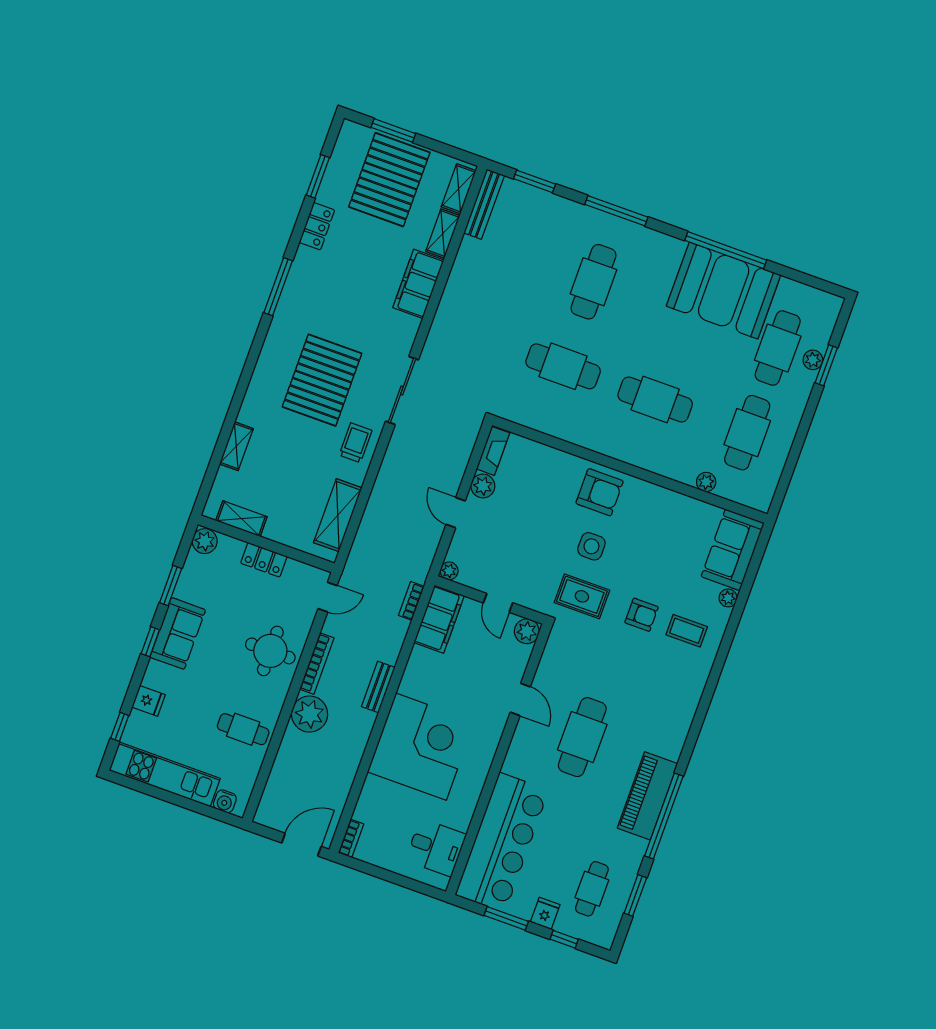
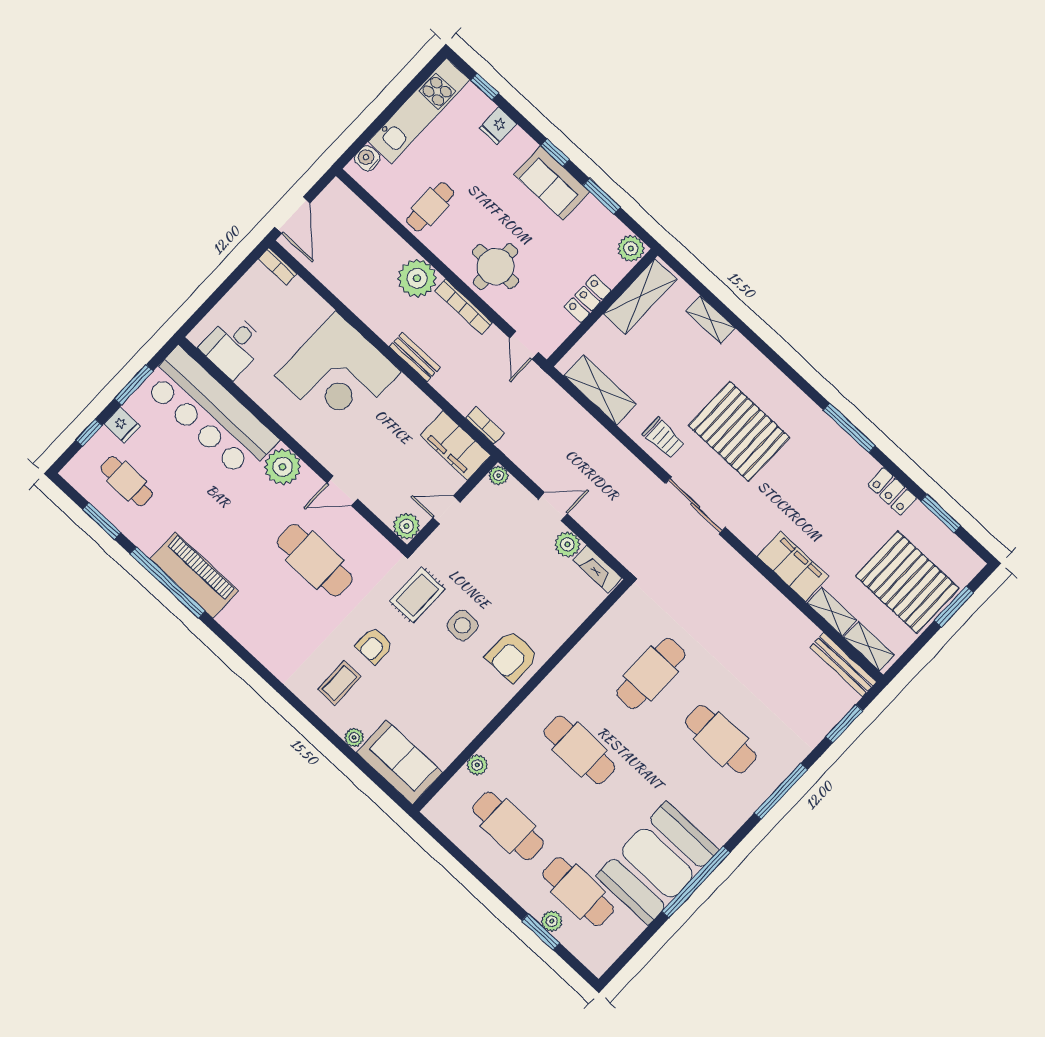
cafe table: (655, 400) -> (579, 750), turned 90
shelving: (241, 519) -> (640, 297), width x1.50, depth x1.33
cafe table: (582, 737) -> (315, 560), moved
plant: (522, 760) -> (283, 467), added

